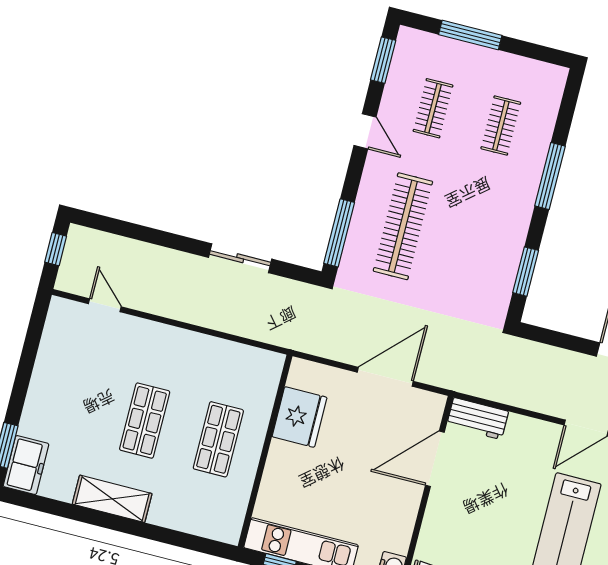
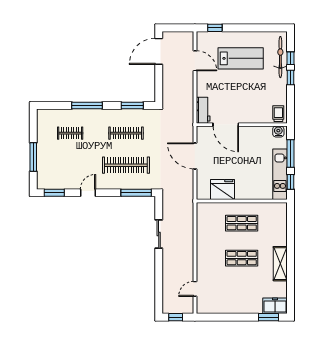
clothes rail: (433, 108) -> (126, 133), moved, width x1.36

